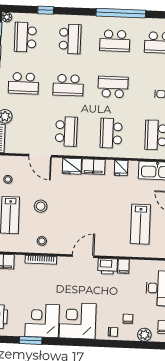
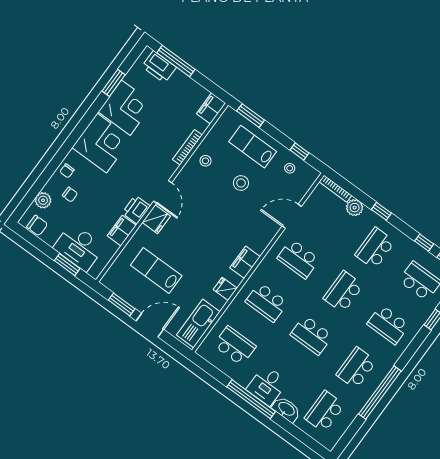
school desk: (113, 87) -> (311, 335), turned 90
school desk: (111, 133) -> (267, 302), turned 180
fridge: (72, 166) -> (156, 219), moved, turned 180
filing cabinet: (123, 266) -> (122, 231), width x2.00

